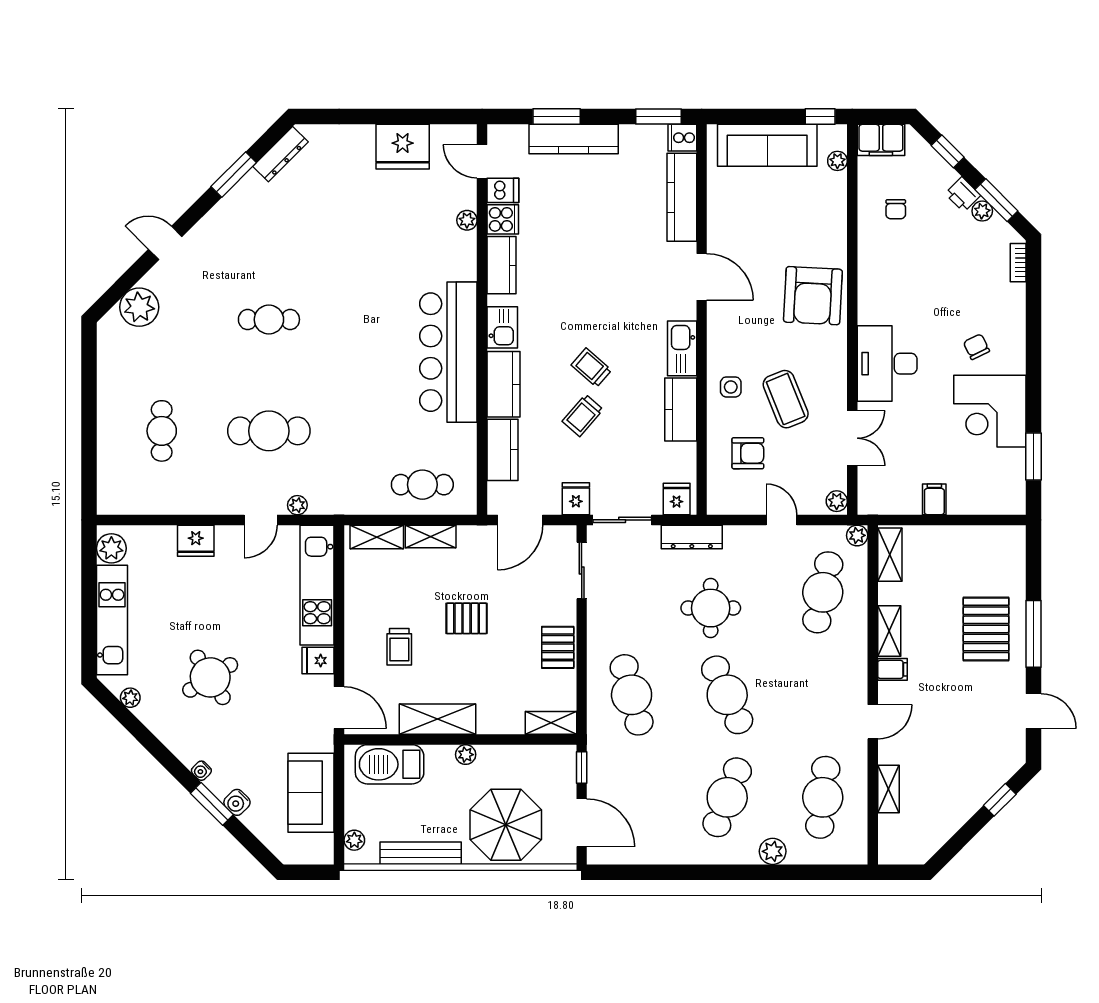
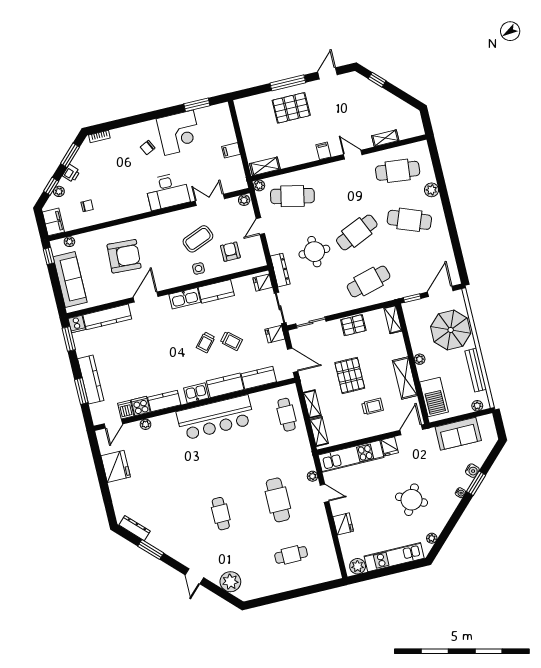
plant: (982, 211) -> (59, 191), moved
armchair: (813, 296) -> (124, 256), moved
pallet: (467, 618) -> (350, 375), width x1.50, depth x1.42
shelving: (889, 631) -> (304, 157), removed
round table: (210, 677) -> (412, 500), turned -31

